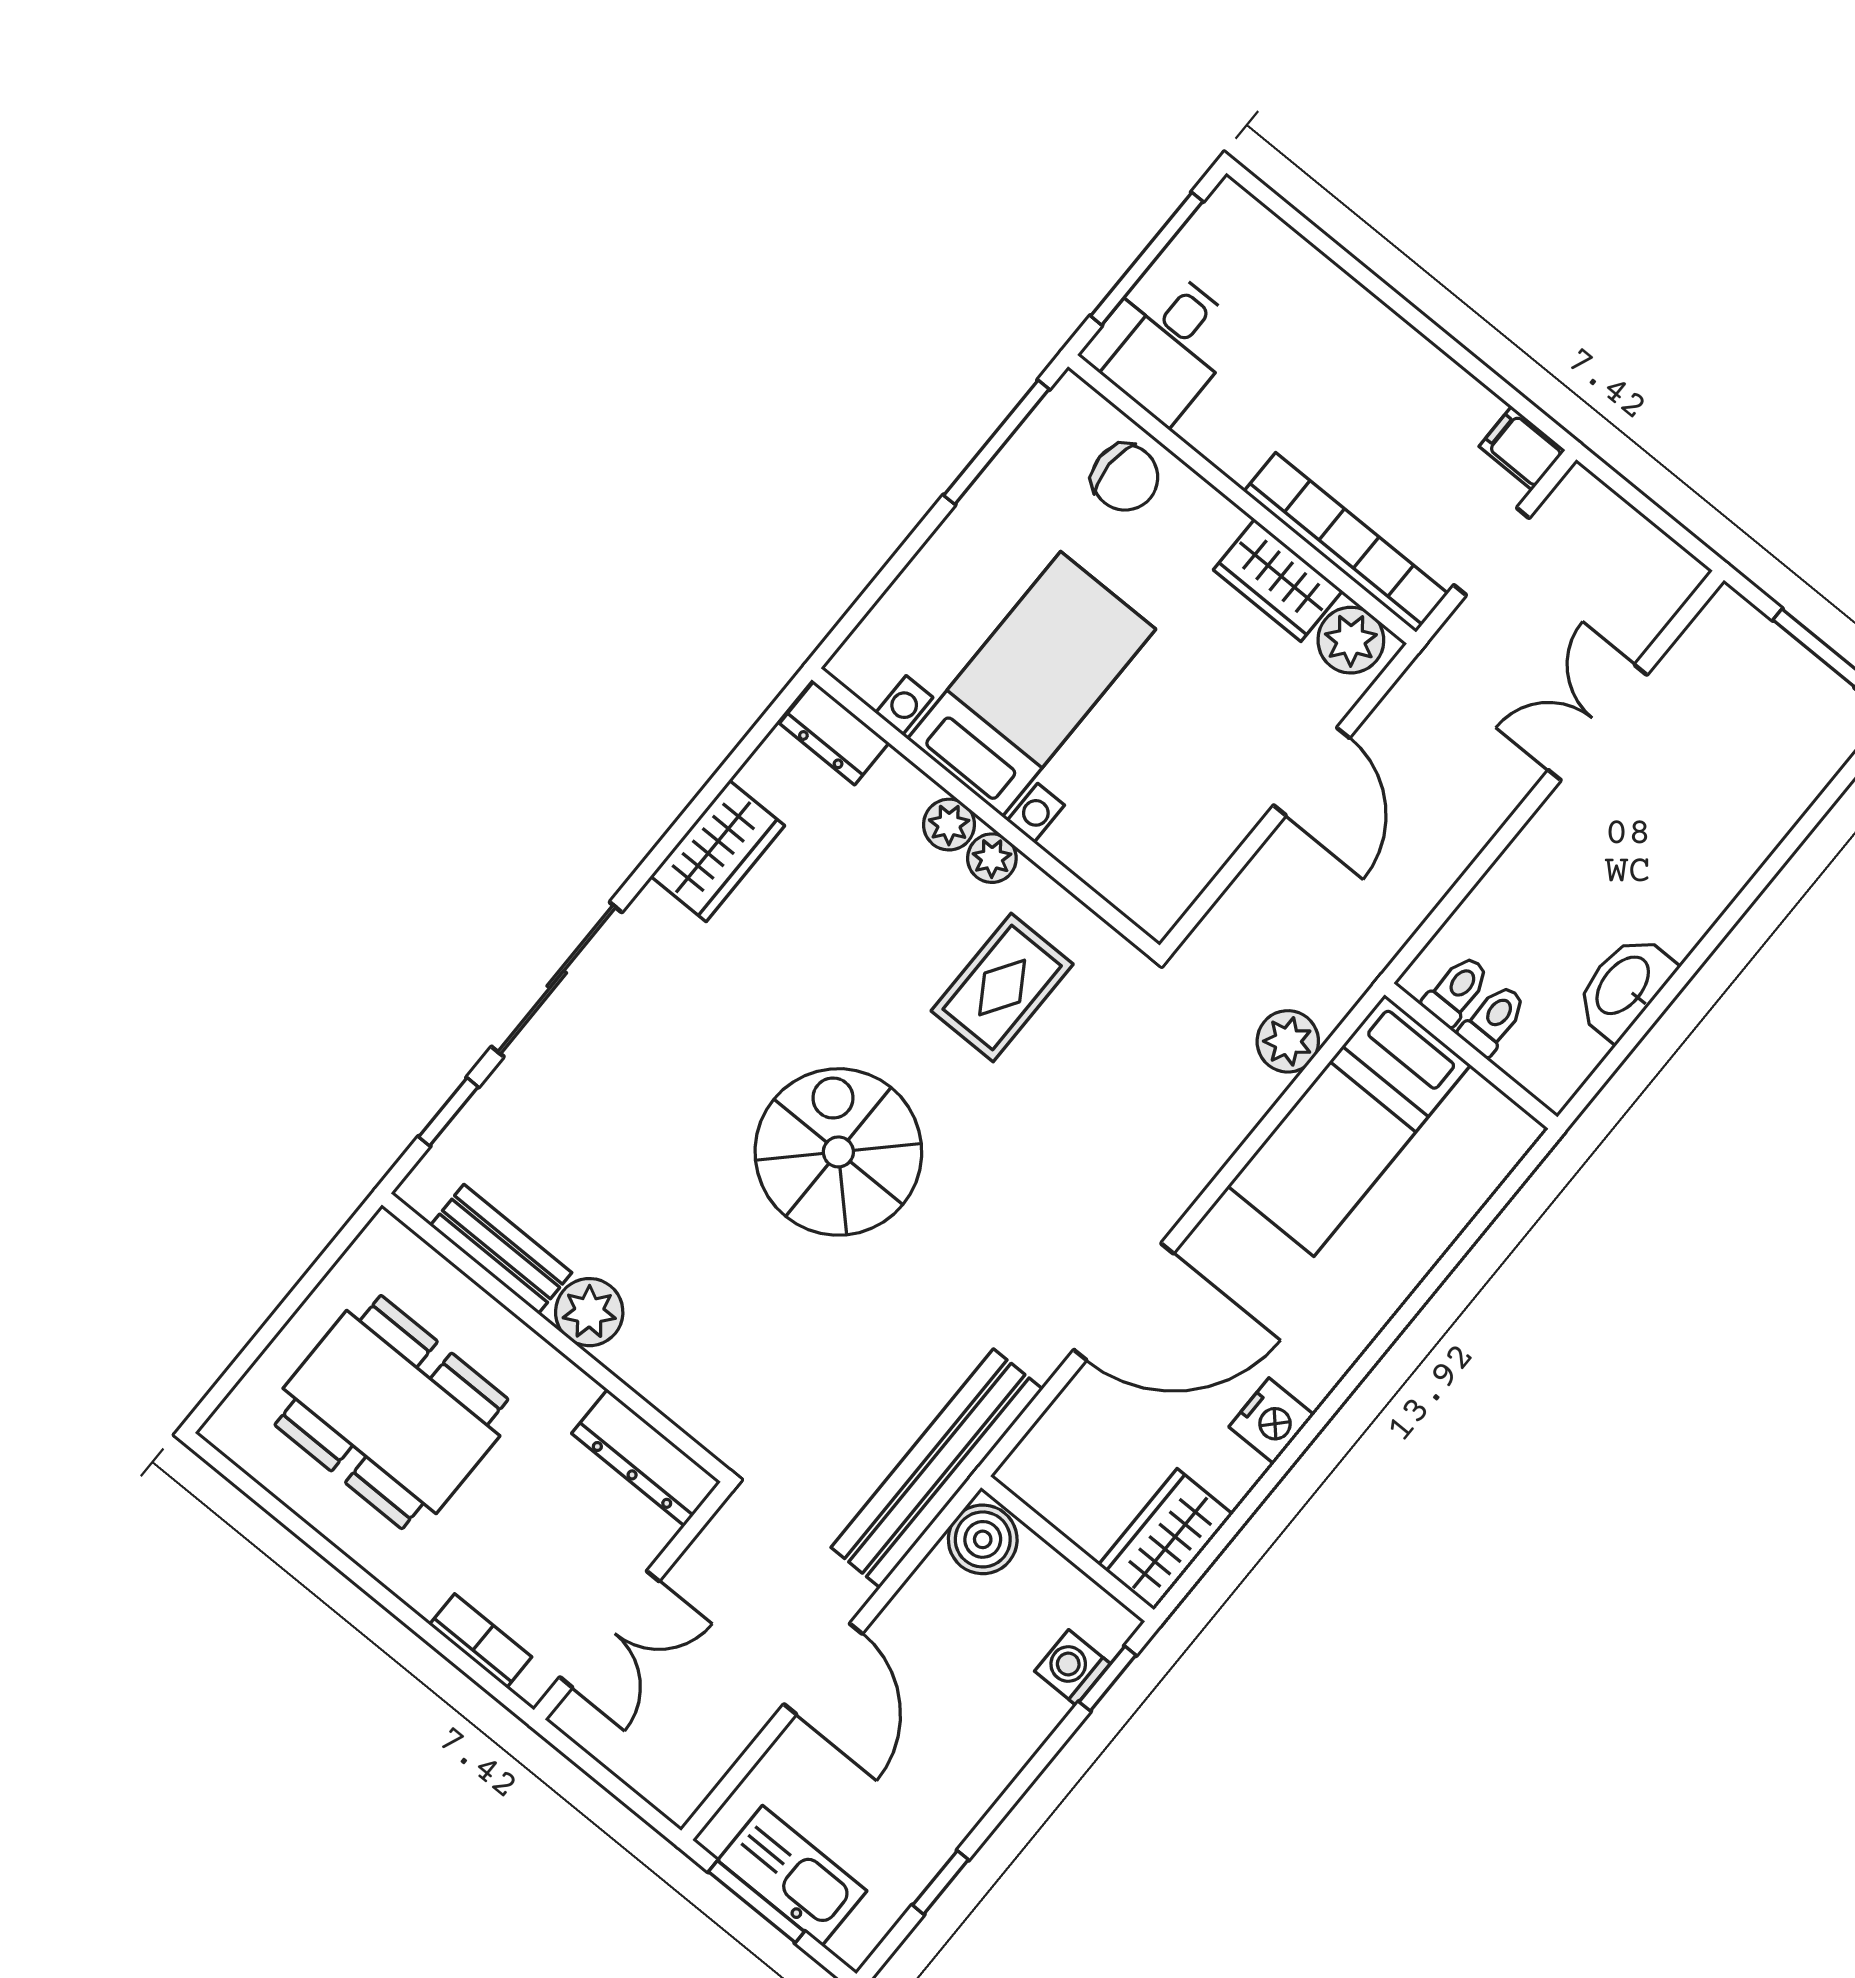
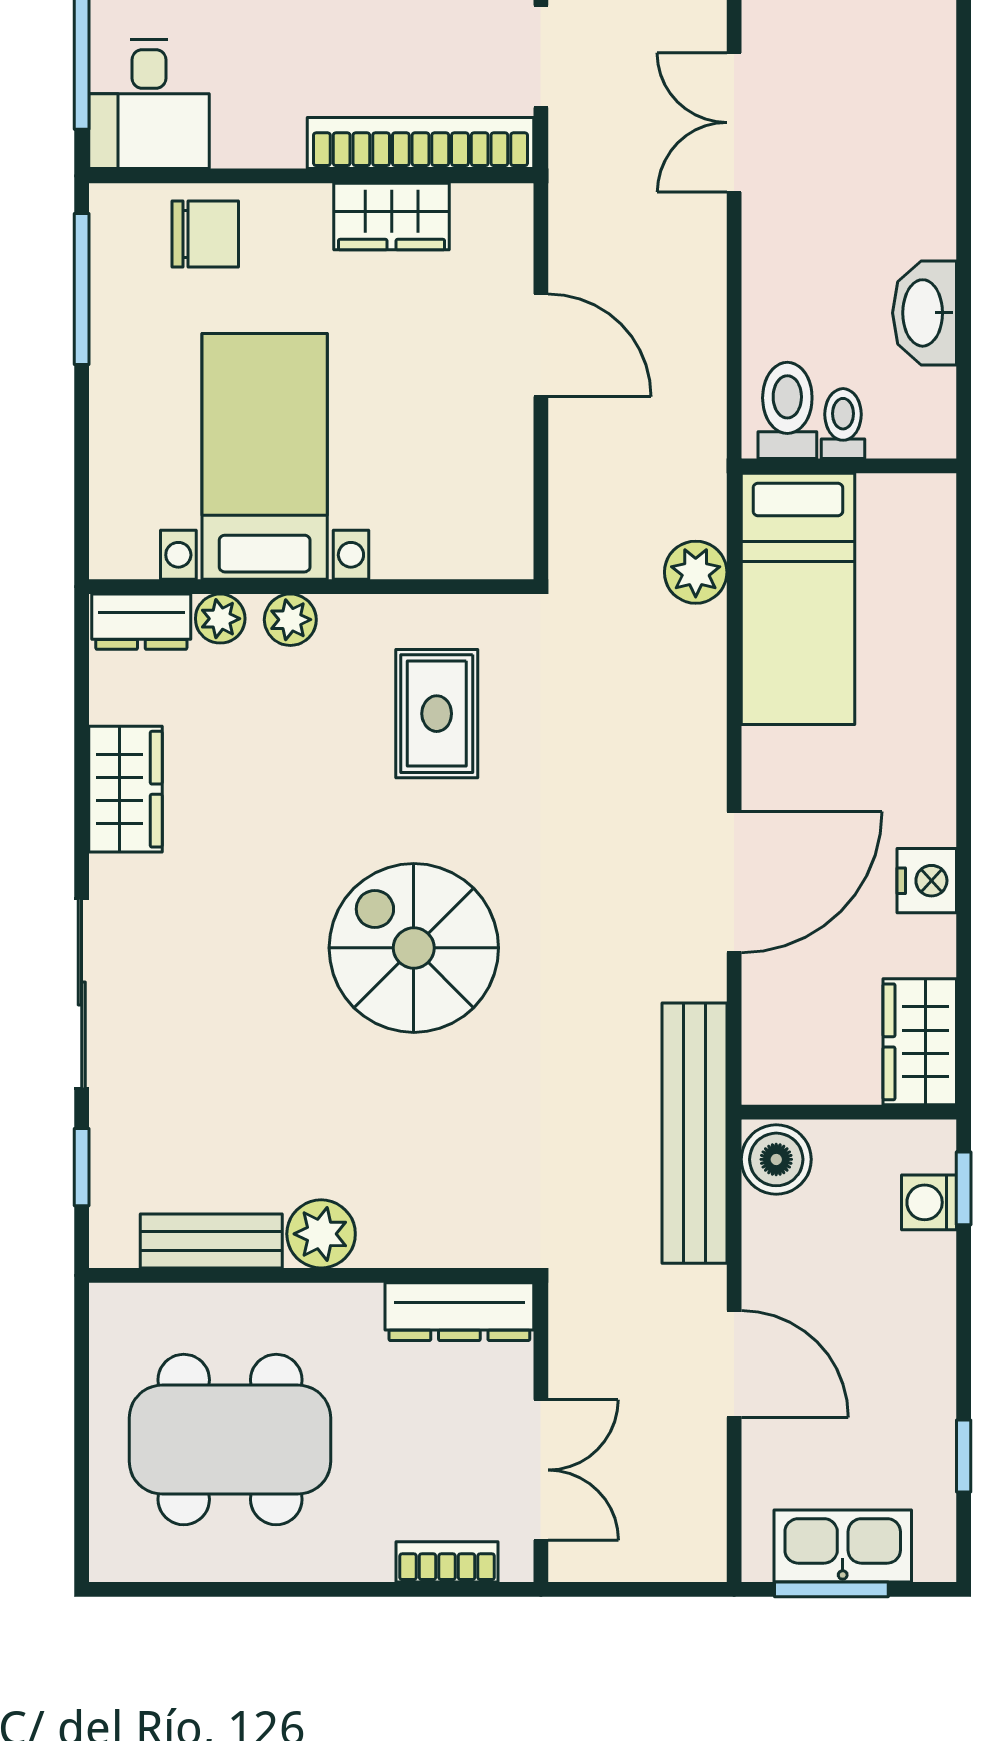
plant: (1351, 640) -> (487, 217), removed
plant: (992, 858) -> (220, 619), moved
toilet: (1456, 990) -> (787, 410), width x1.37, depth x1.39

